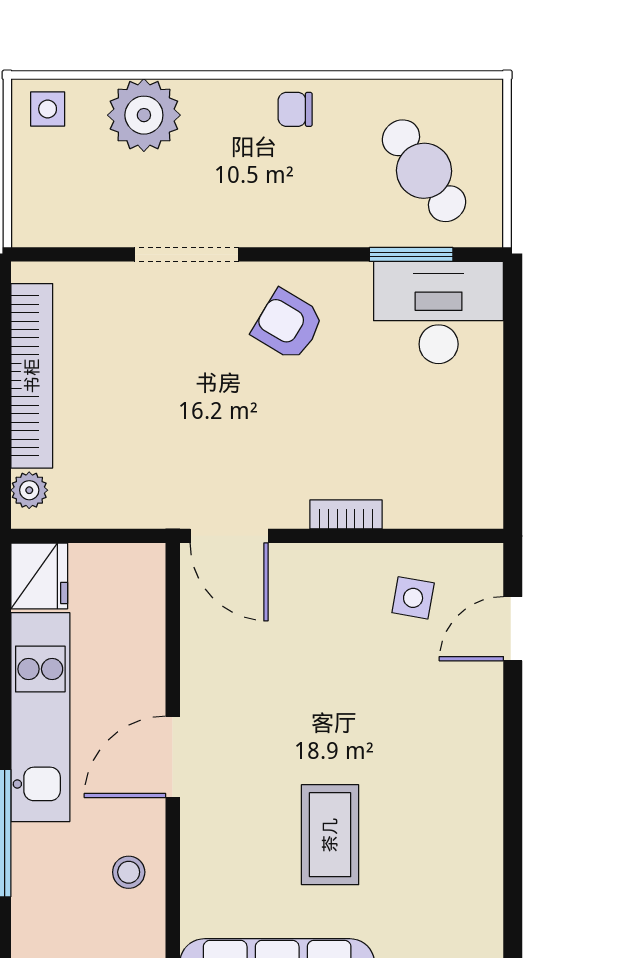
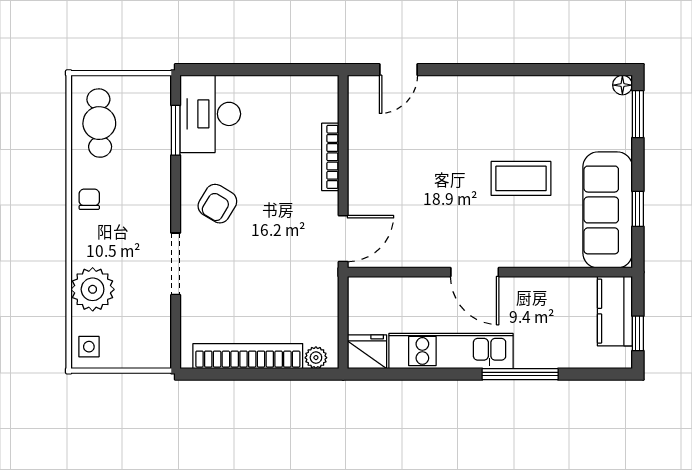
chair: (295, 109) -> (89, 199), turned 180
cafe table: (424, 171) -> (99, 123), moved, turned -57
bookcase: (346, 514) -> (330, 157), width x1.56
side table: (413, 598) -> (380, 129), removed
door: (513, 629) -> (398, 70), hinge flipped
stool: (129, 872) -> (543, 298), removed

